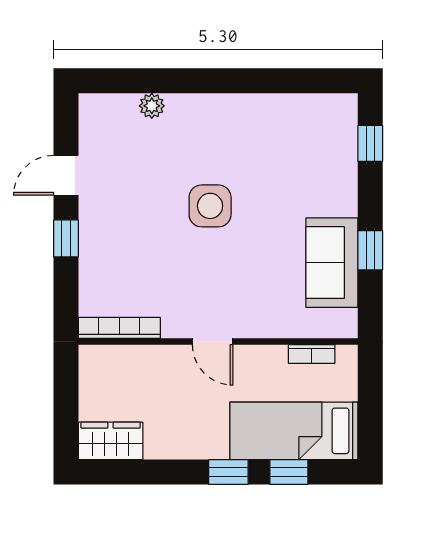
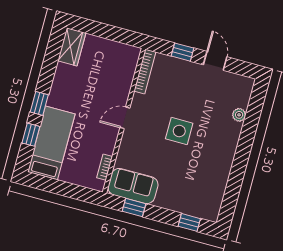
bookcase: (119, 328) -> (145, 71), moved
door: (213, 342) -> (125, 118), moved
wall: (218, 342) -> (124, 121), moved
bookcase: (312, 354) -> (105, 167), moved

